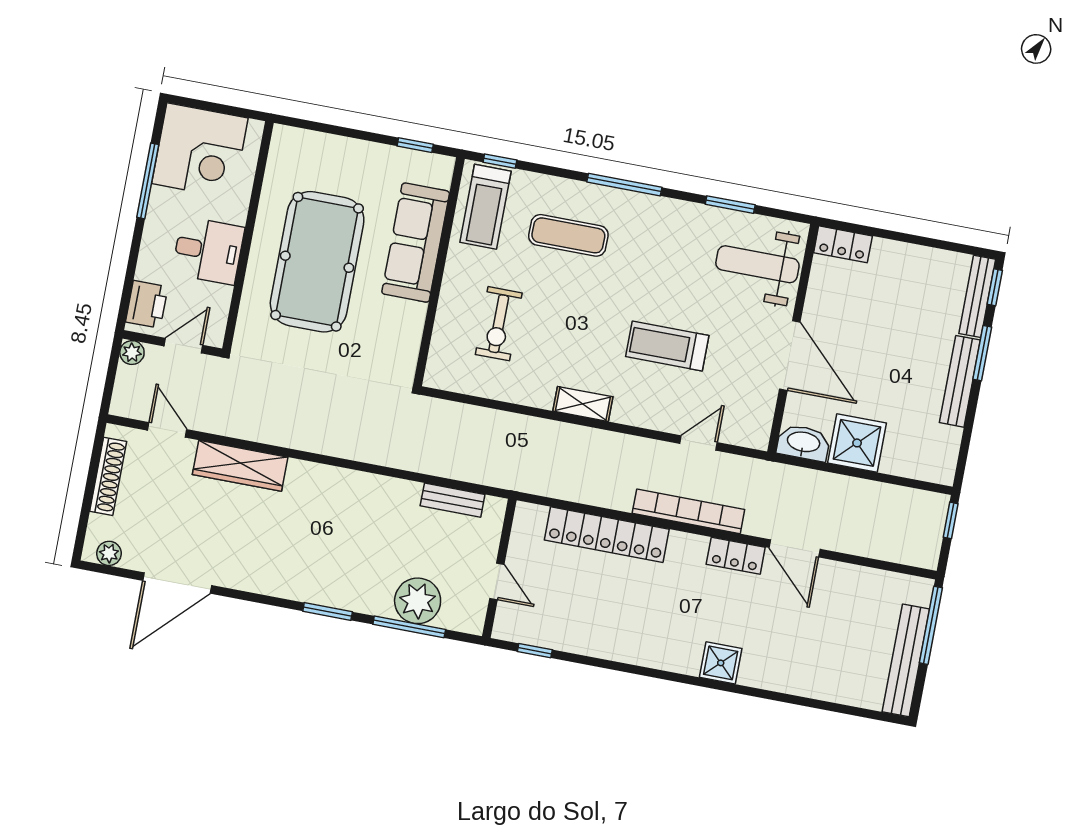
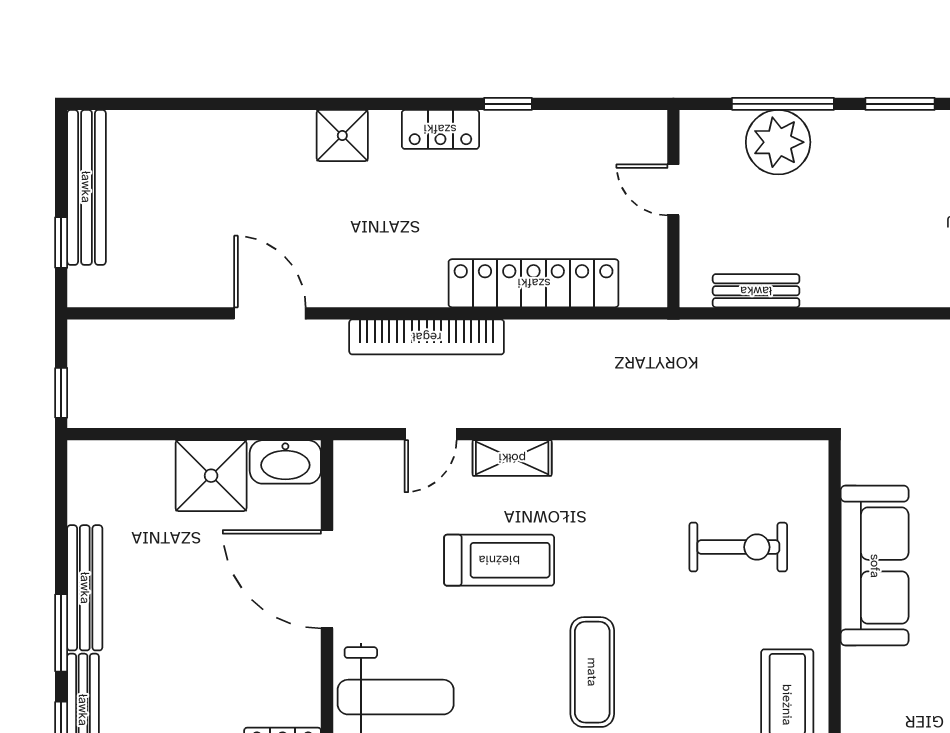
exercise mat: (568, 235) -> (592, 672), moved, turned 90
sofa: (416, 243) -> (875, 566), moved
exercise bike: (499, 324) -> (738, 547), turned 90
shelving: (583, 404) -> (512, 458), moved
locker: (736, 556) -> (440, 129), moved, turned 180
window: (931, 625) -> (61, 243), width x0.46
window: (535, 651) -> (508, 104), moved

